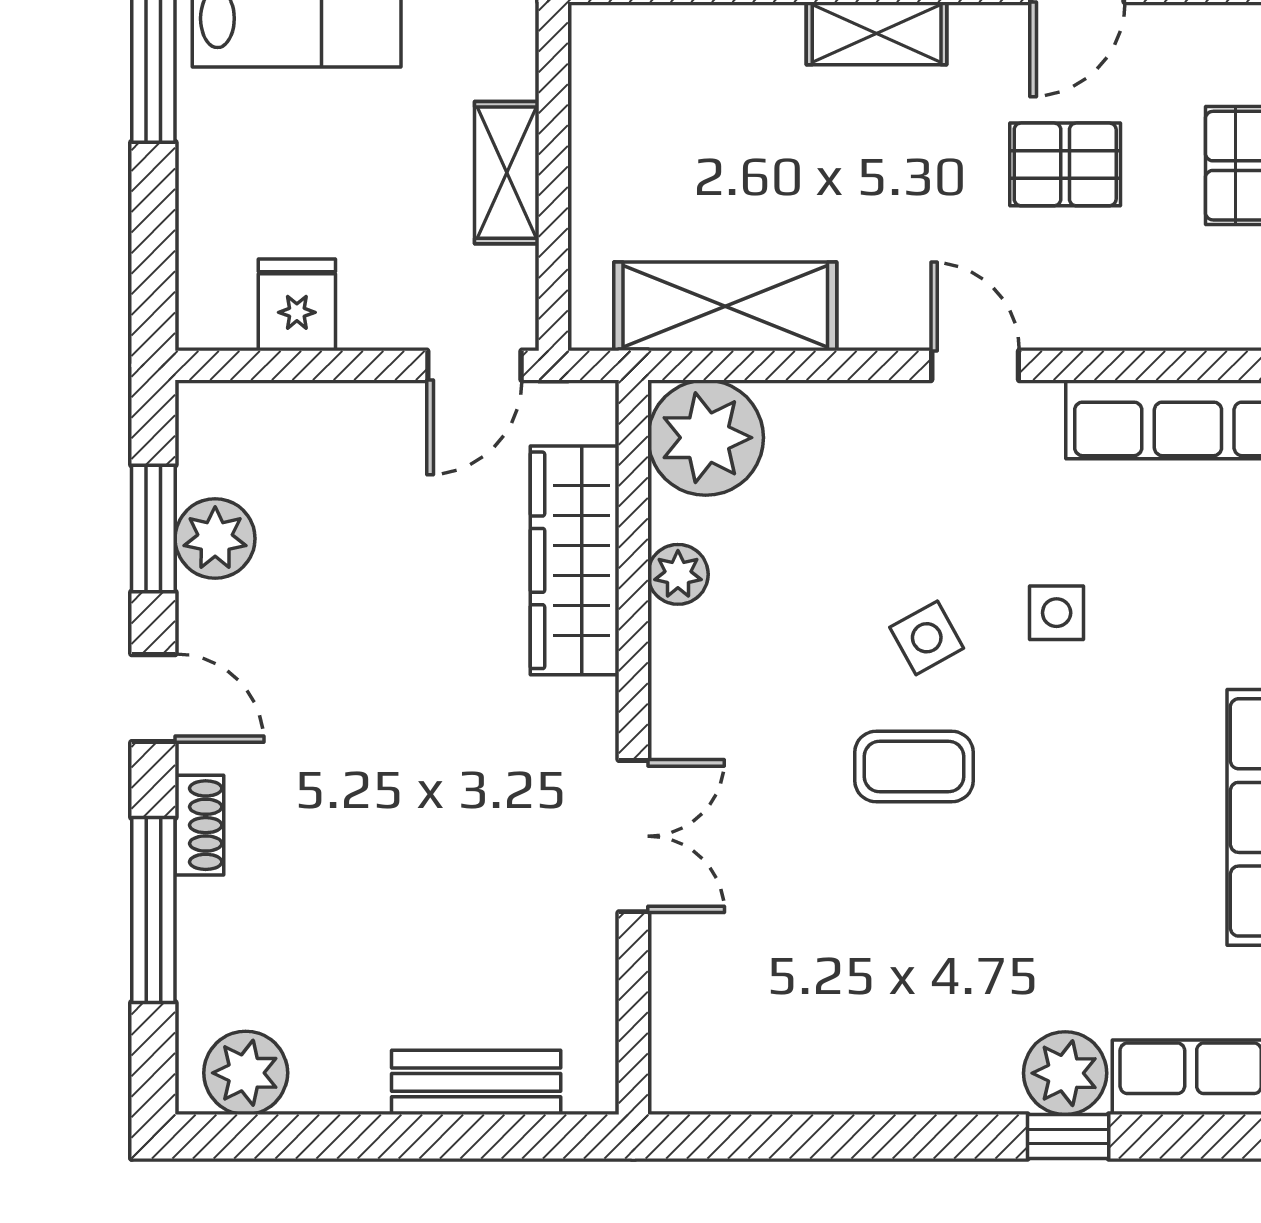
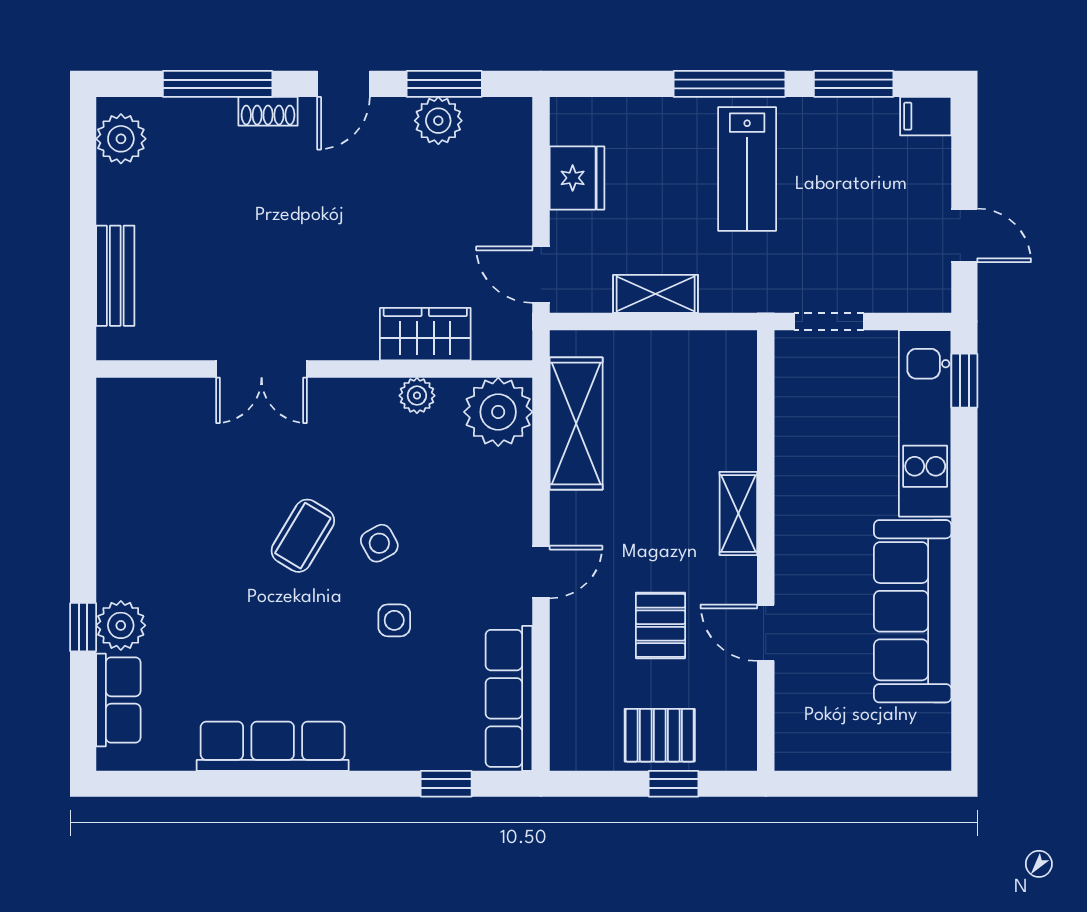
fridge: (297, 305) -> (577, 178), width x1.38
wardrobe: (575, 560) -> (425, 334), width x0.67
coffee table: (914, 766) -> (303, 536), turned 31

